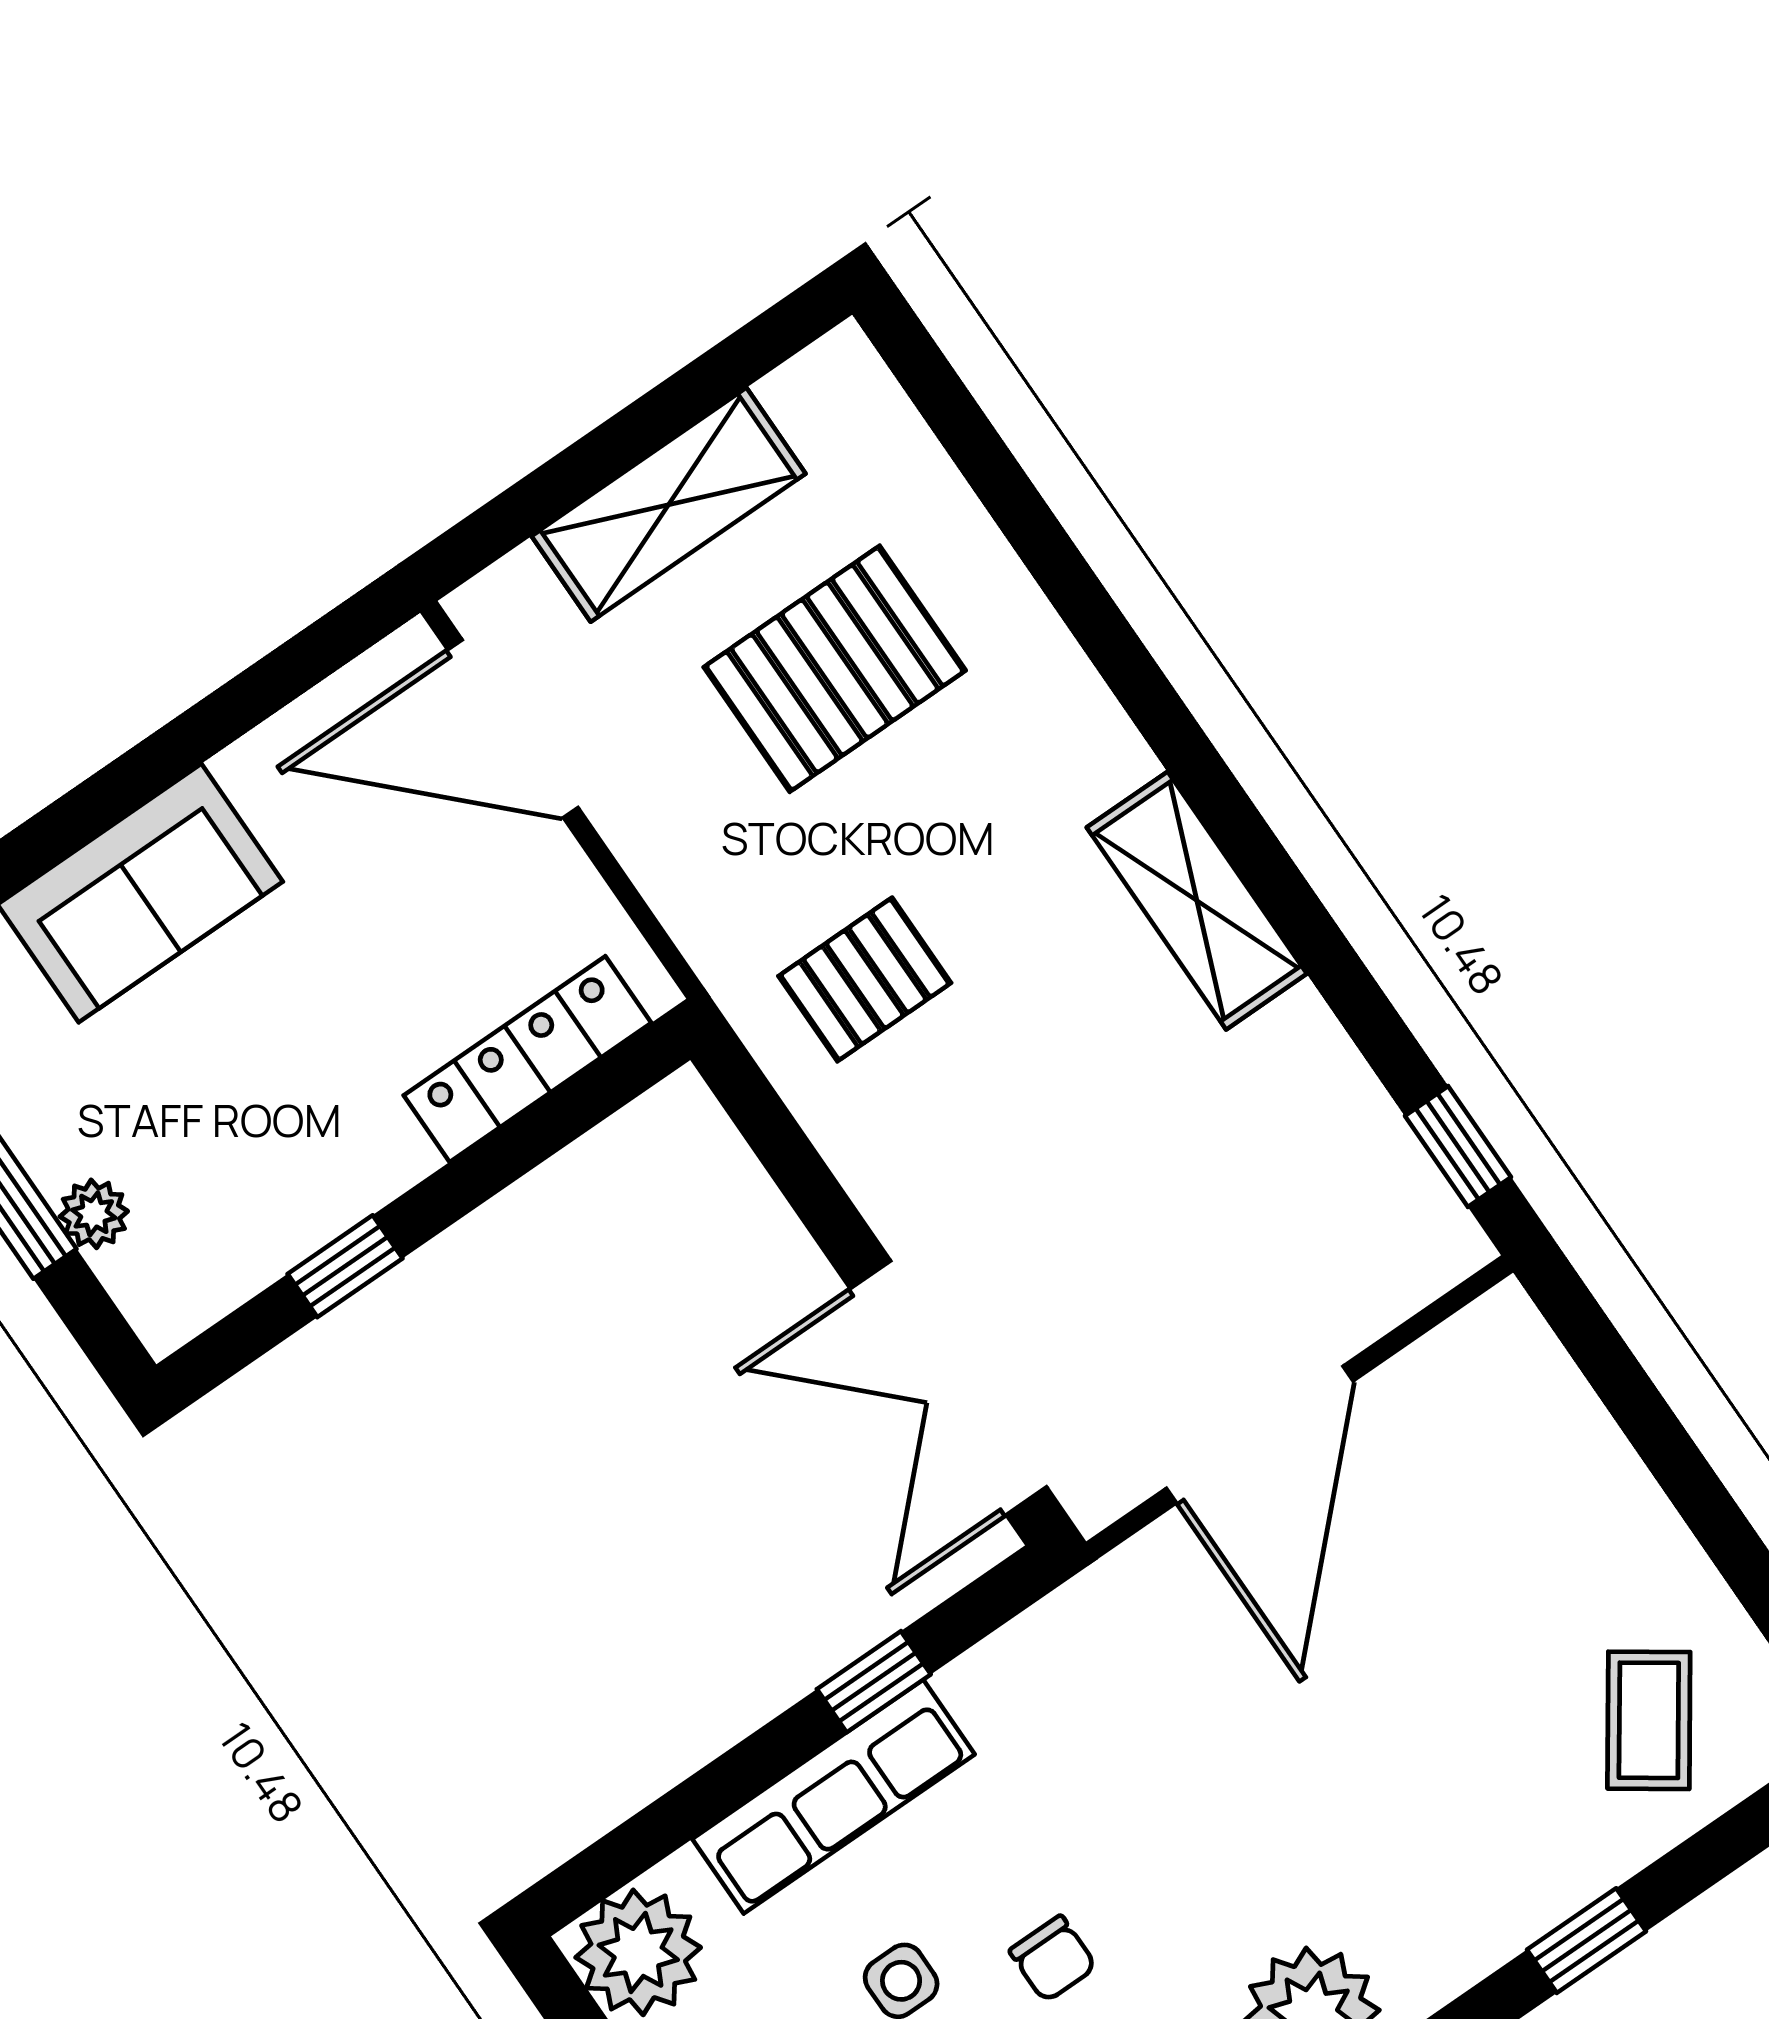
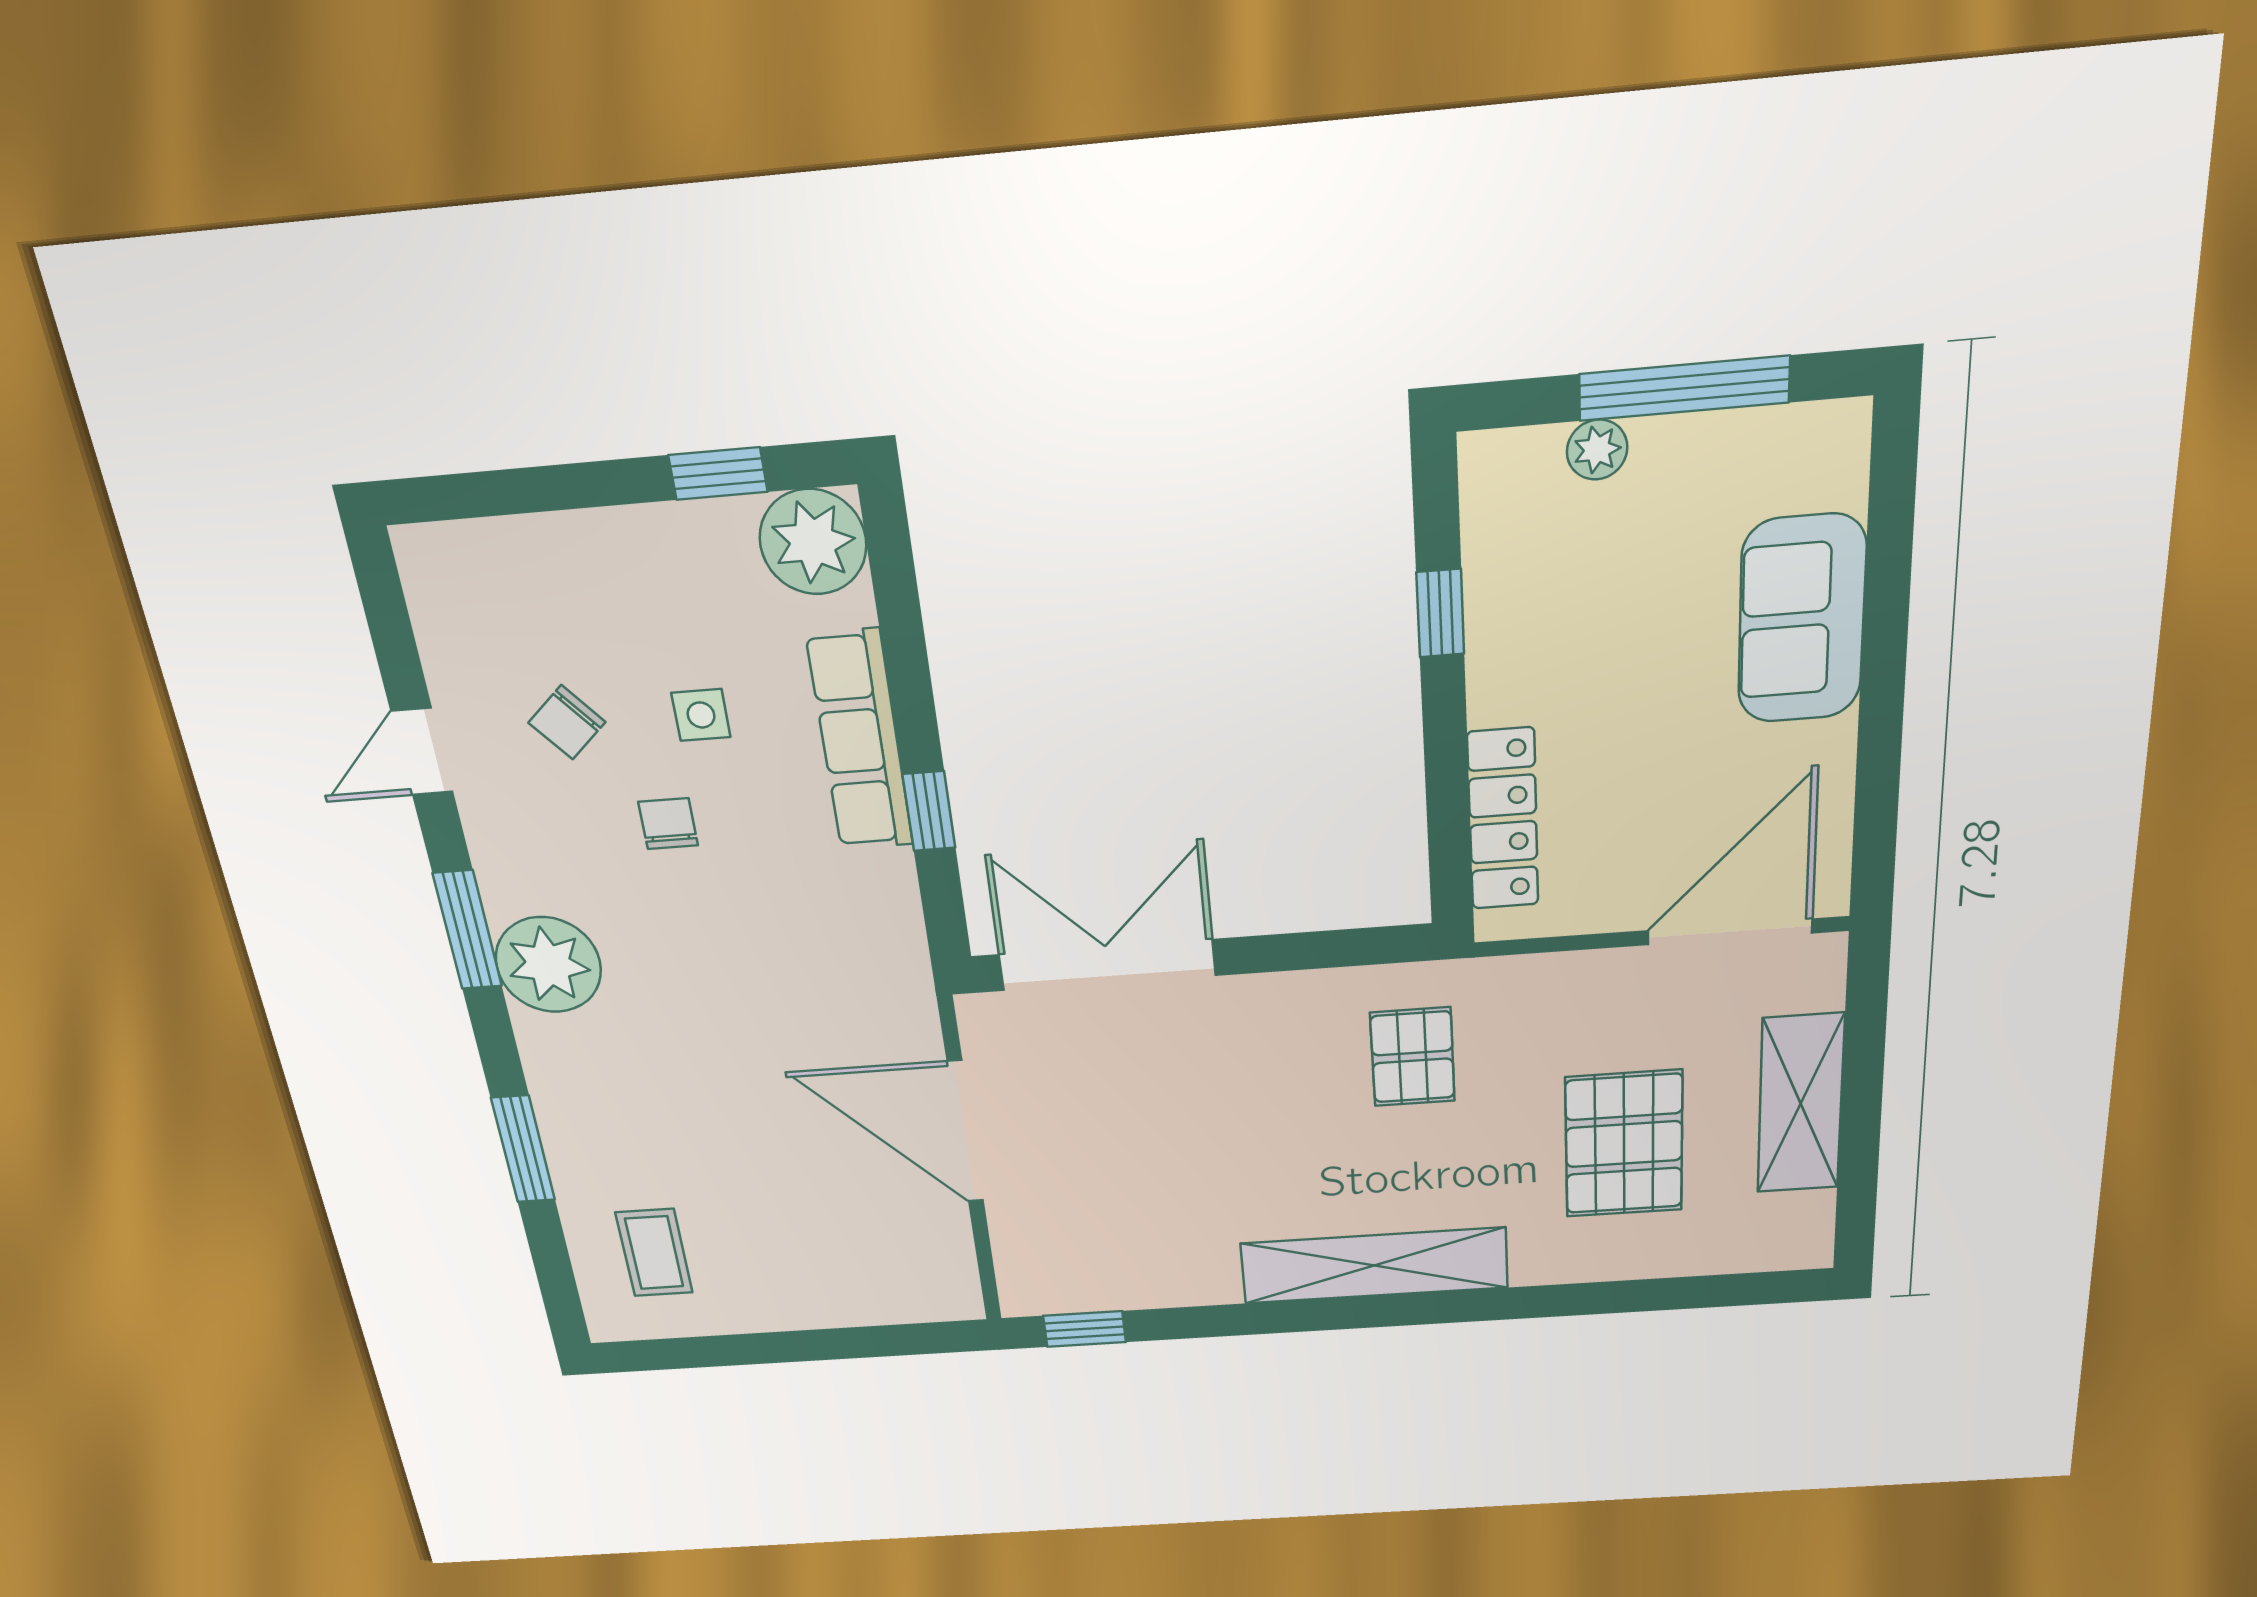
shelving: (1197, 901) -> (1374, 1266), width x1.47
coffee table: (1649, 1720) -> (654, 1253), turned 55
window: (1586, 1941) -> (523, 1149), width x1.50
chair: (1053, 1959) -> (668, 824), turned 90

